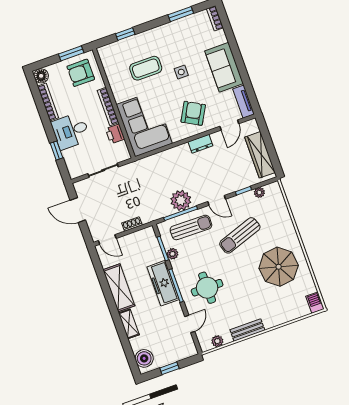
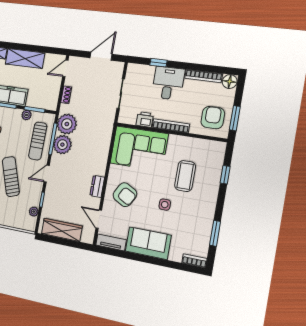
plant: (159, 207) -> (67, 124), added

